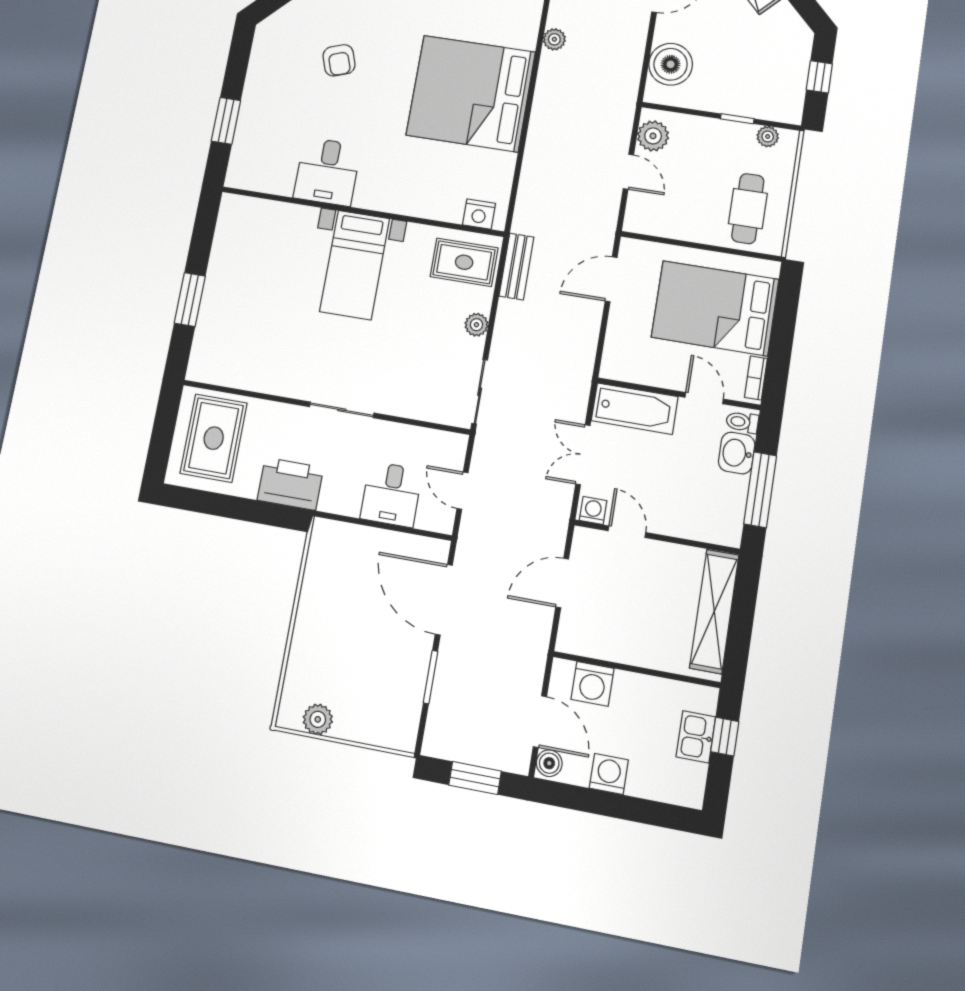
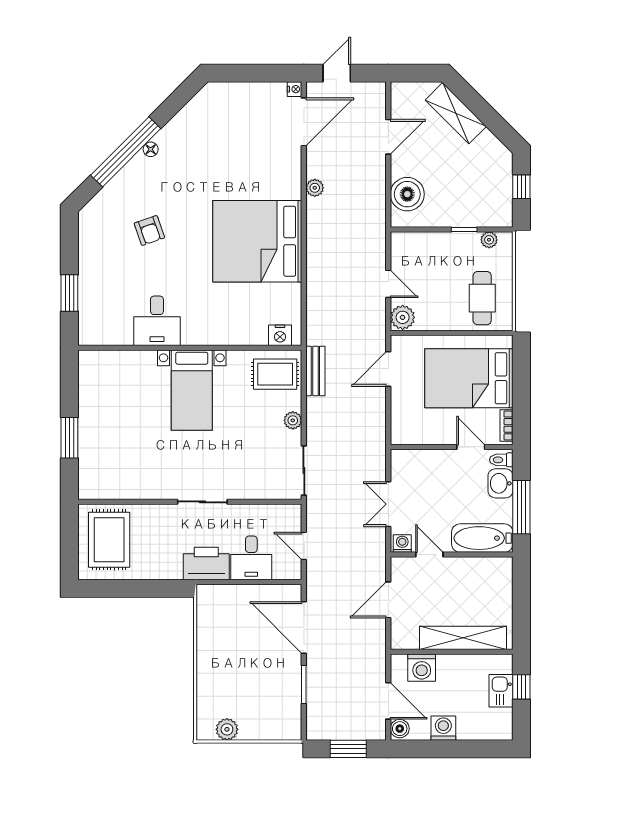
plant: (653, 136) -> (403, 317), moved
bathtub: (635, 409) -> (482, 538), moved, turned 180
printer: (290, 484) -> (206, 563), moved
shelving: (714, 611) -> (463, 638), moved, turned 90

